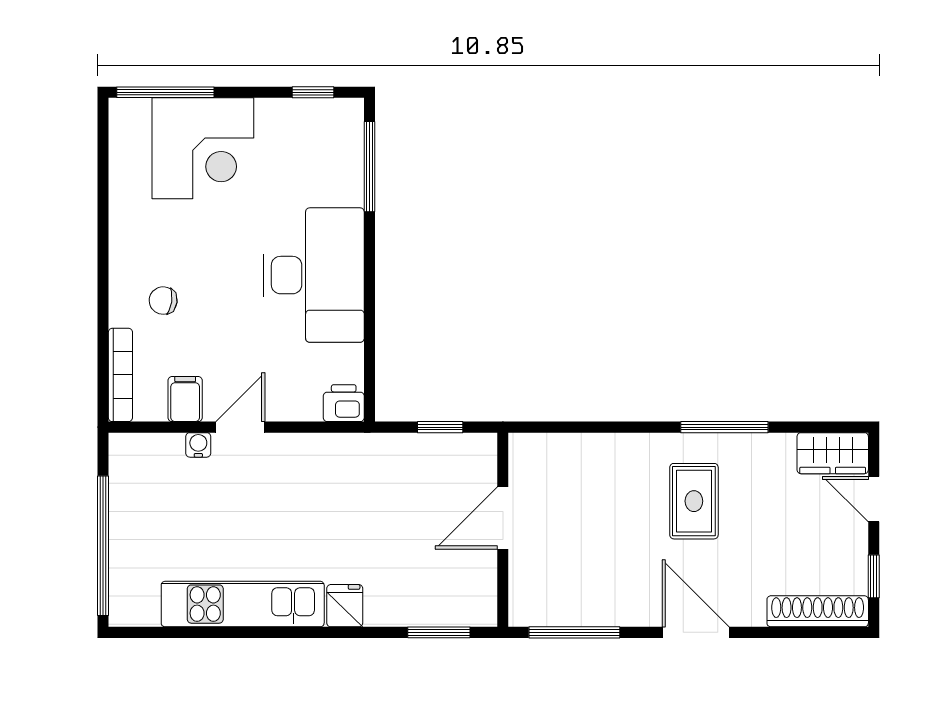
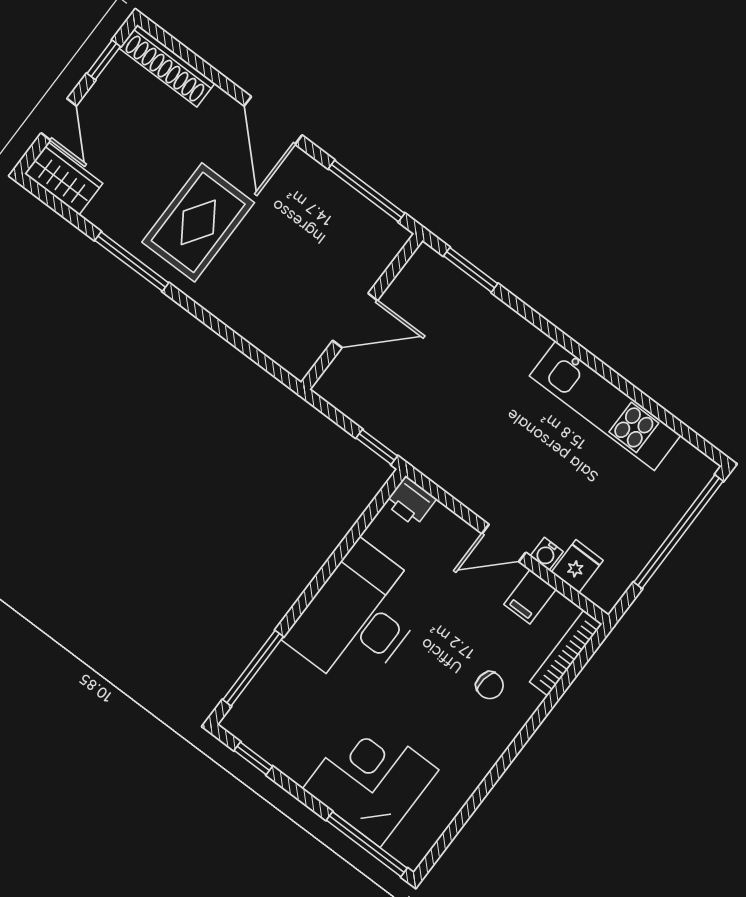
window: (440, 427) -> (377, 447), moved
rug: (694, 501) -> (198, 222), width x1.36, depth x1.43
fridge: (345, 606) -> (577, 566), moved, turned 180

